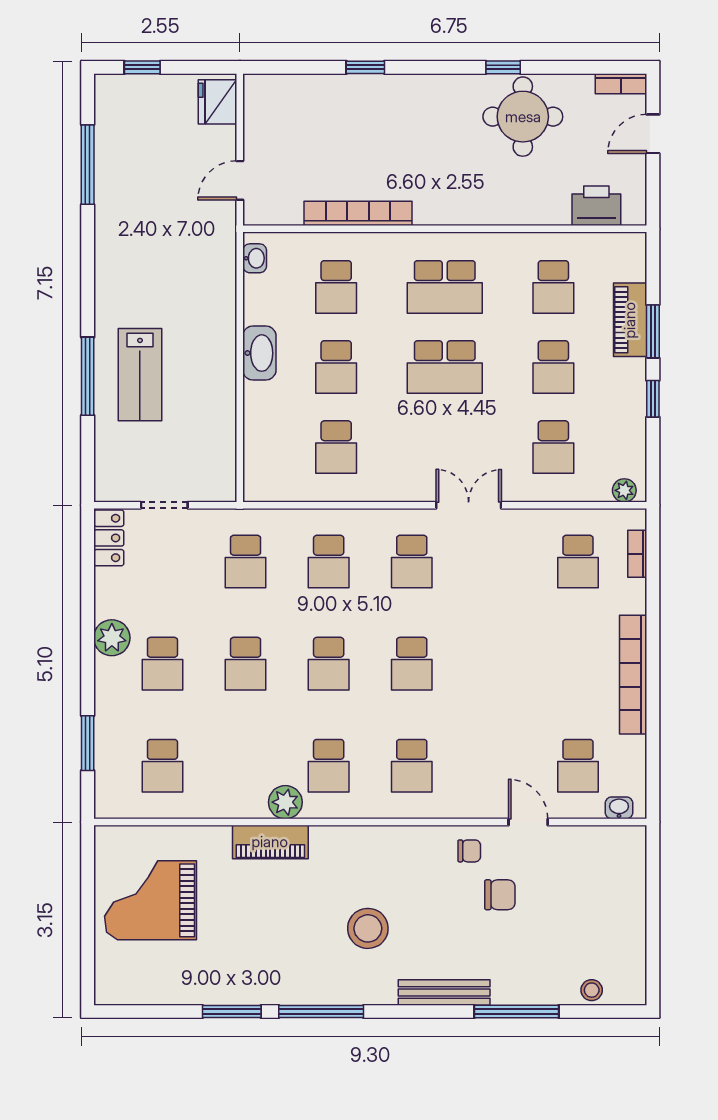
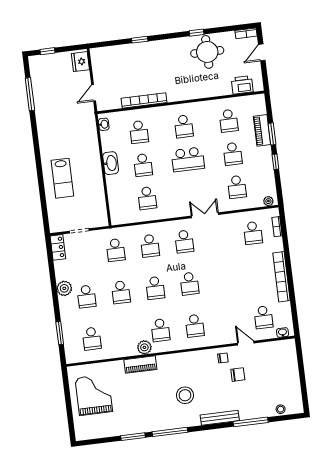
school desk: (445, 287) -> (184, 126), width x0.54
window: (88, 376) -> (41, 182), removed
grand piano: (151, 900) -> (94, 395), turned 90

